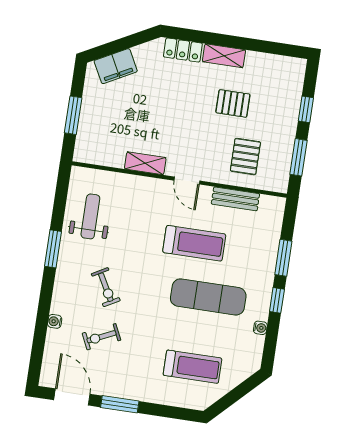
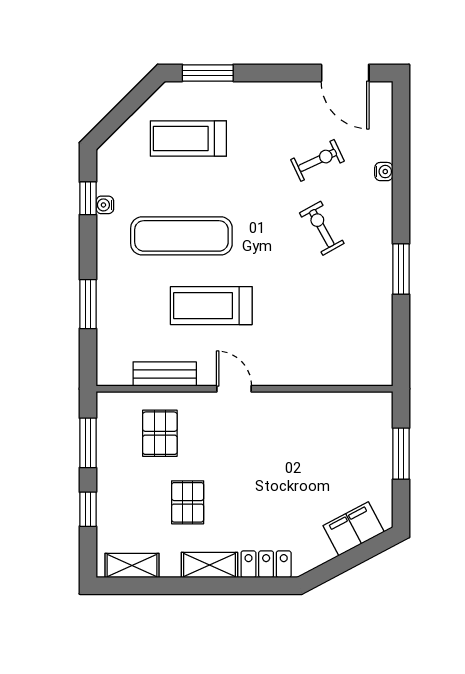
pallet: (233, 103) -> (188, 502), turned 90
shelving: (145, 163) -> (132, 565), moved
weight bench: (90, 216) -> (357, 321), removed
window: (277, 300) -> (88, 198), moved
window: (120, 404) -> (208, 73), moved

